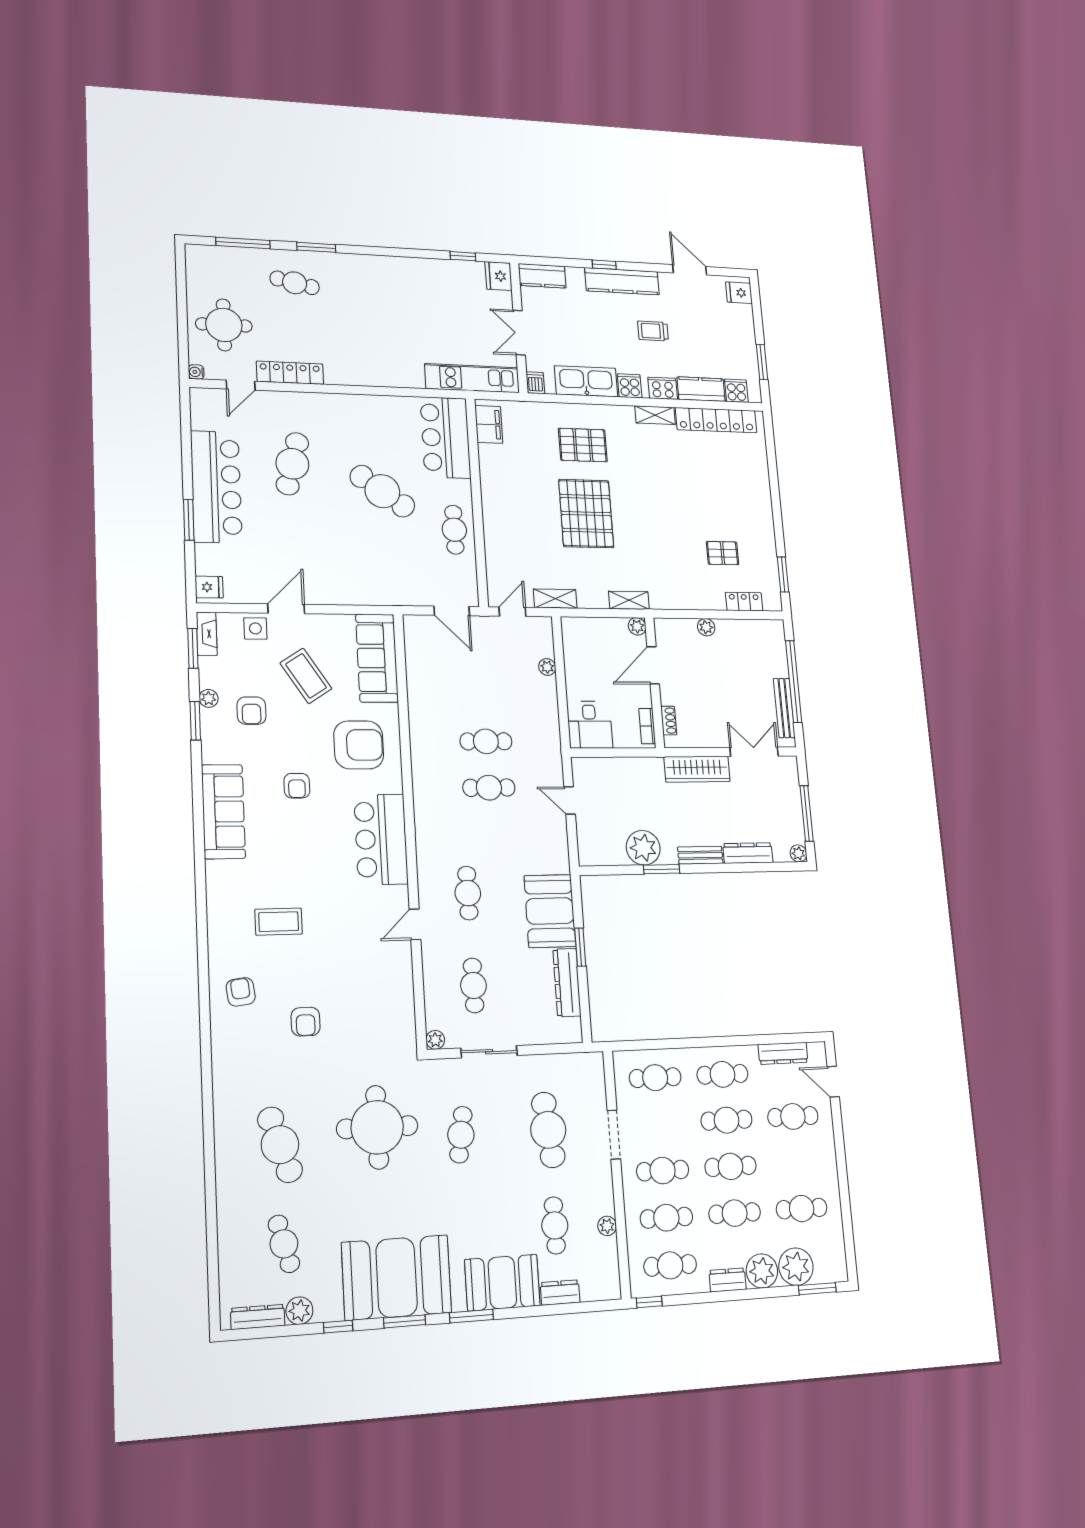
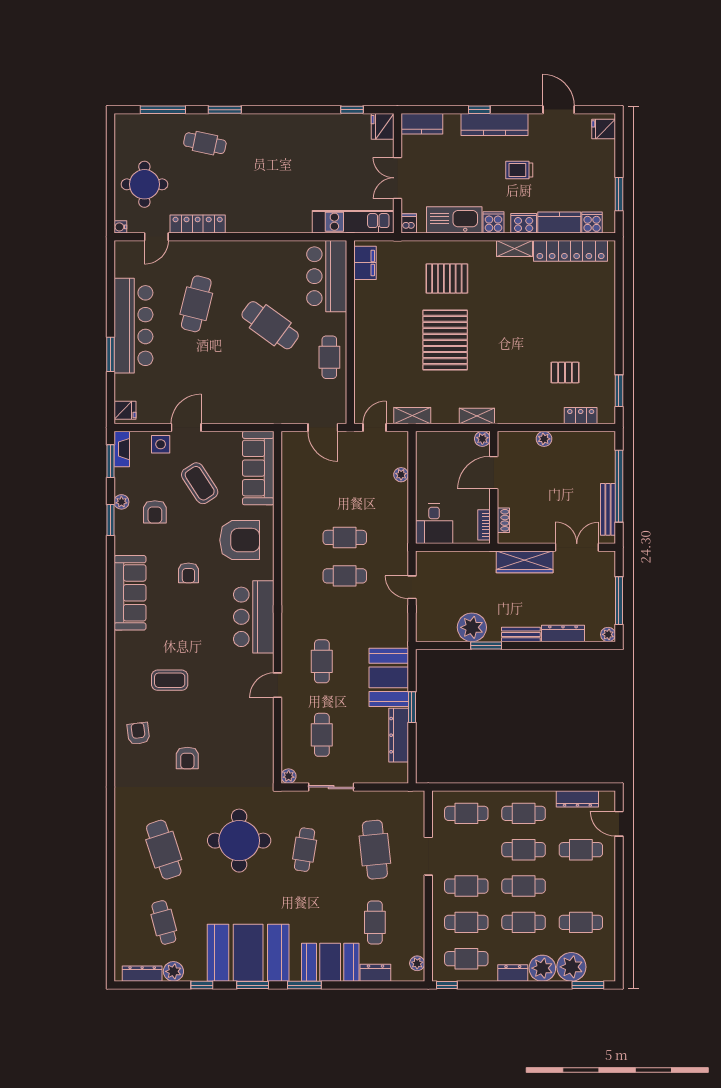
plant: (607, 1226) -> (417, 963), moved

